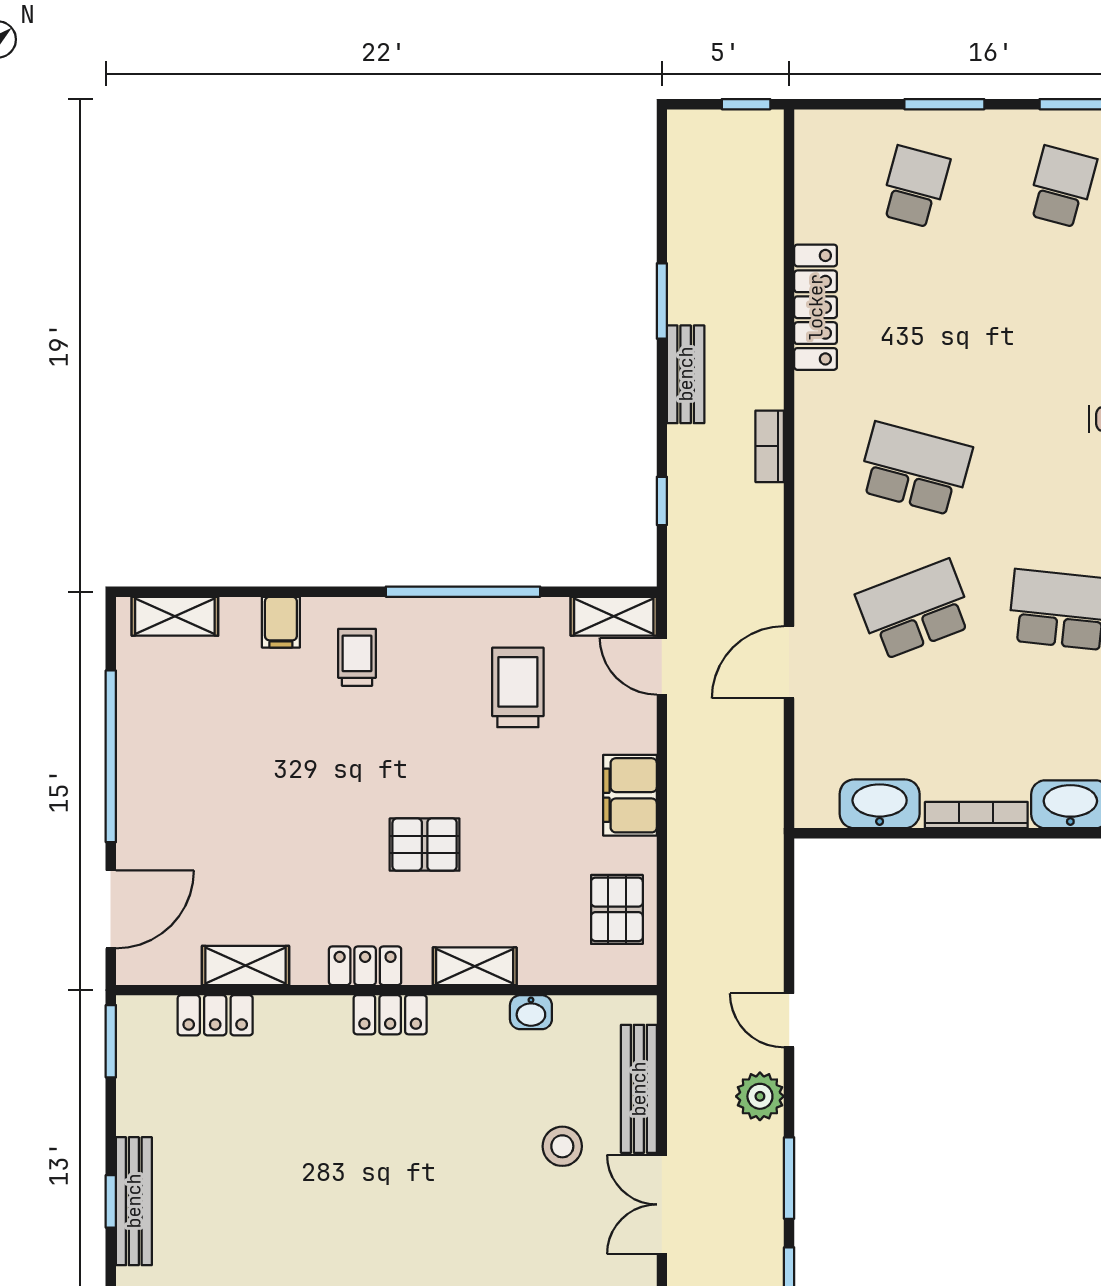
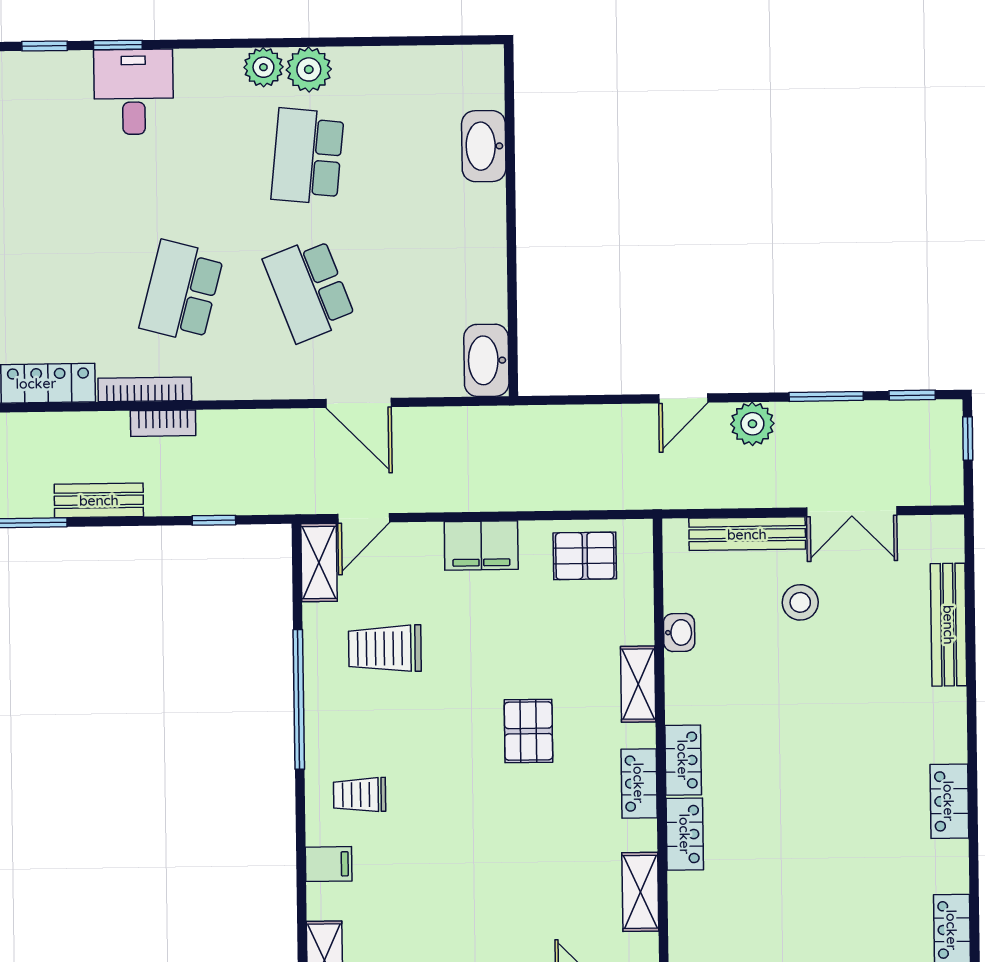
washbasin: (880, 804) -> (486, 360), moved
bookcase: (976, 815) -> (145, 389), moved, turned 90
locker: (215, 1015) -> (685, 834), moved

